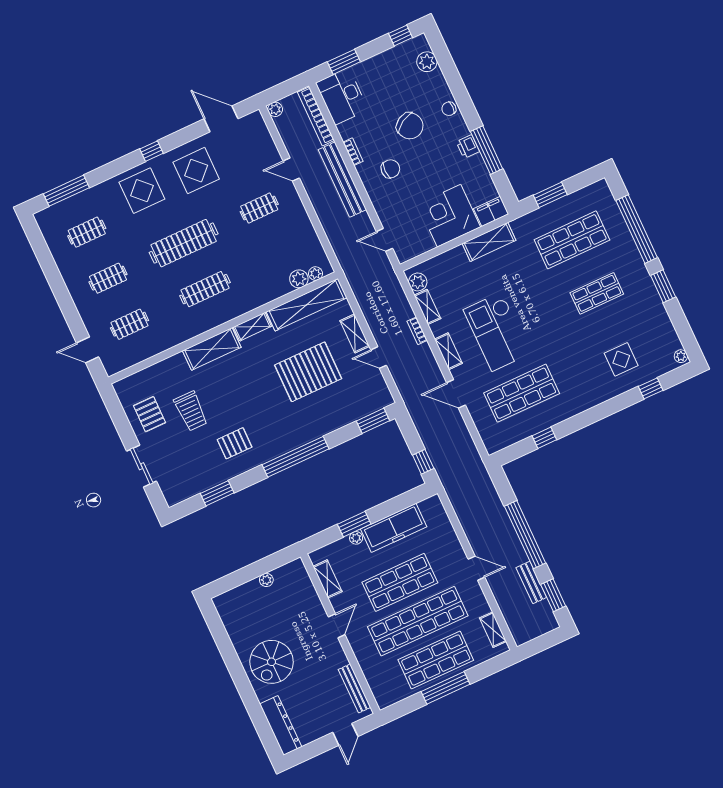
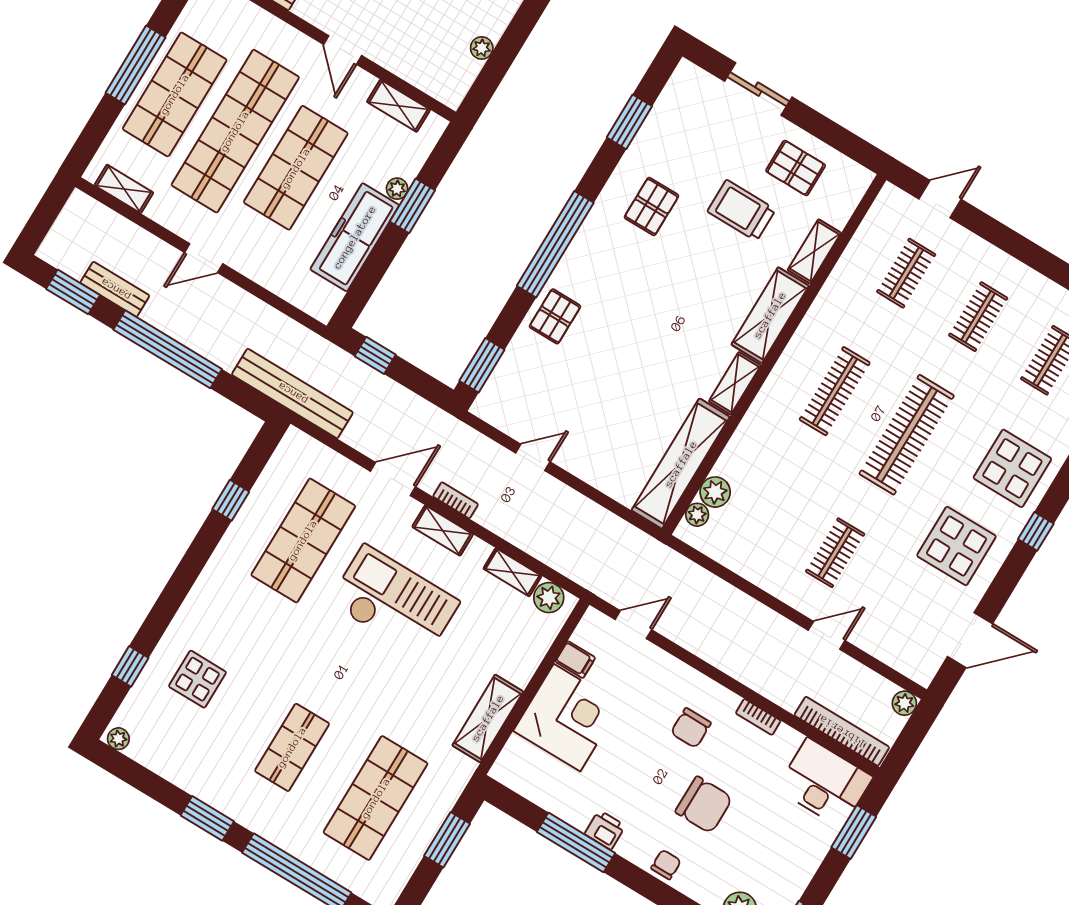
chair: (410, 126) -> (704, 805), turned -149
bench: (342, 180) -> (292, 393), moved
filing cabinet: (491, 211) -> (575, 660), moved, width x0.50
bookcase: (417, 331) -> (456, 500), moved
shelving: (355, 333) -> (814, 251), moved, turned 90
pallet: (308, 372) -> (555, 316), moved, width x0.49, depth x0.50

